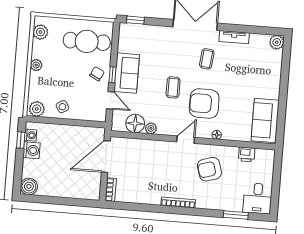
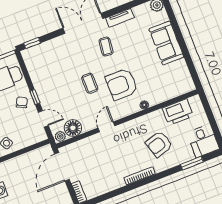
sofa: (127, 73) -> (46, 90), removed
sofa: (265, 120) -> (166, 43), moved
plant: (151, 128) -> (60, 136), moved
door: (186, 140) -> (106, 127), moved
printer: (247, 154) -> (178, 112), width x1.87, depth x1.48
armchair: (209, 169) -> (159, 144), moved

